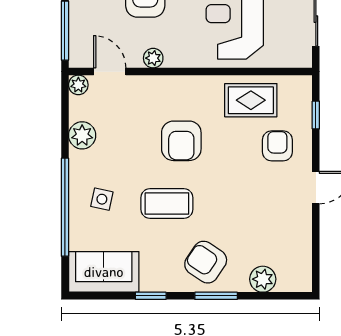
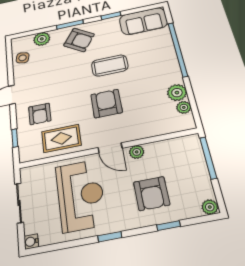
door: (110, 72) -> (110, 148), moved
plant: (78, 85) -> (184, 107), moved
side table: (102, 199) -> (23, 58), moved

